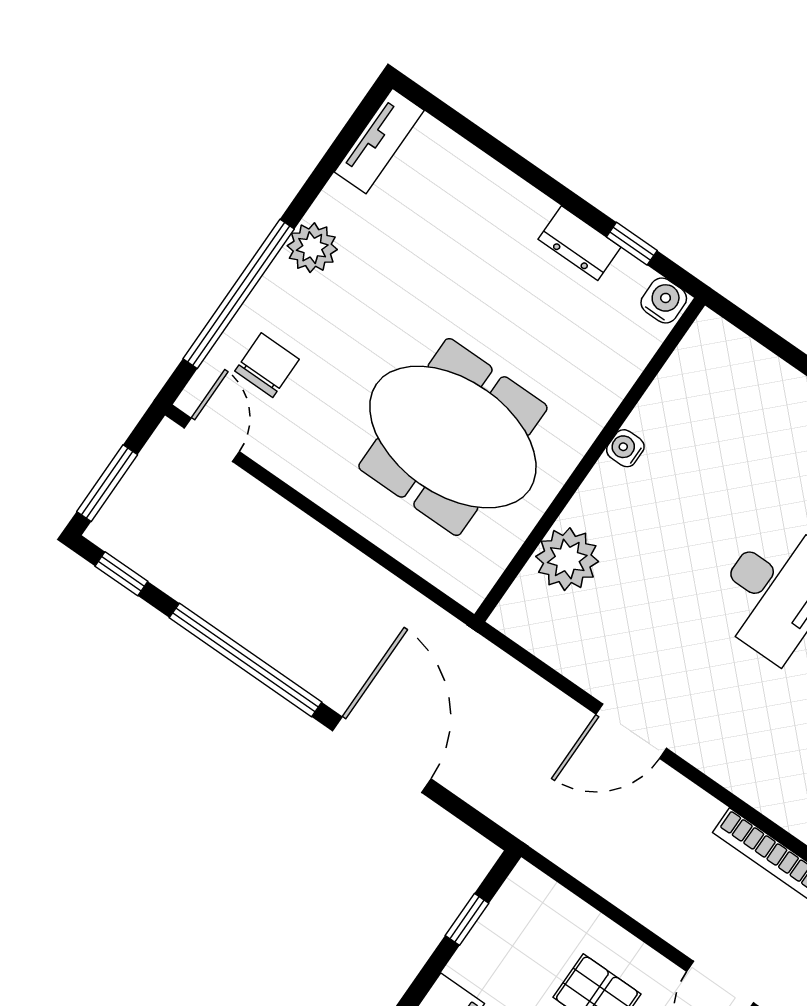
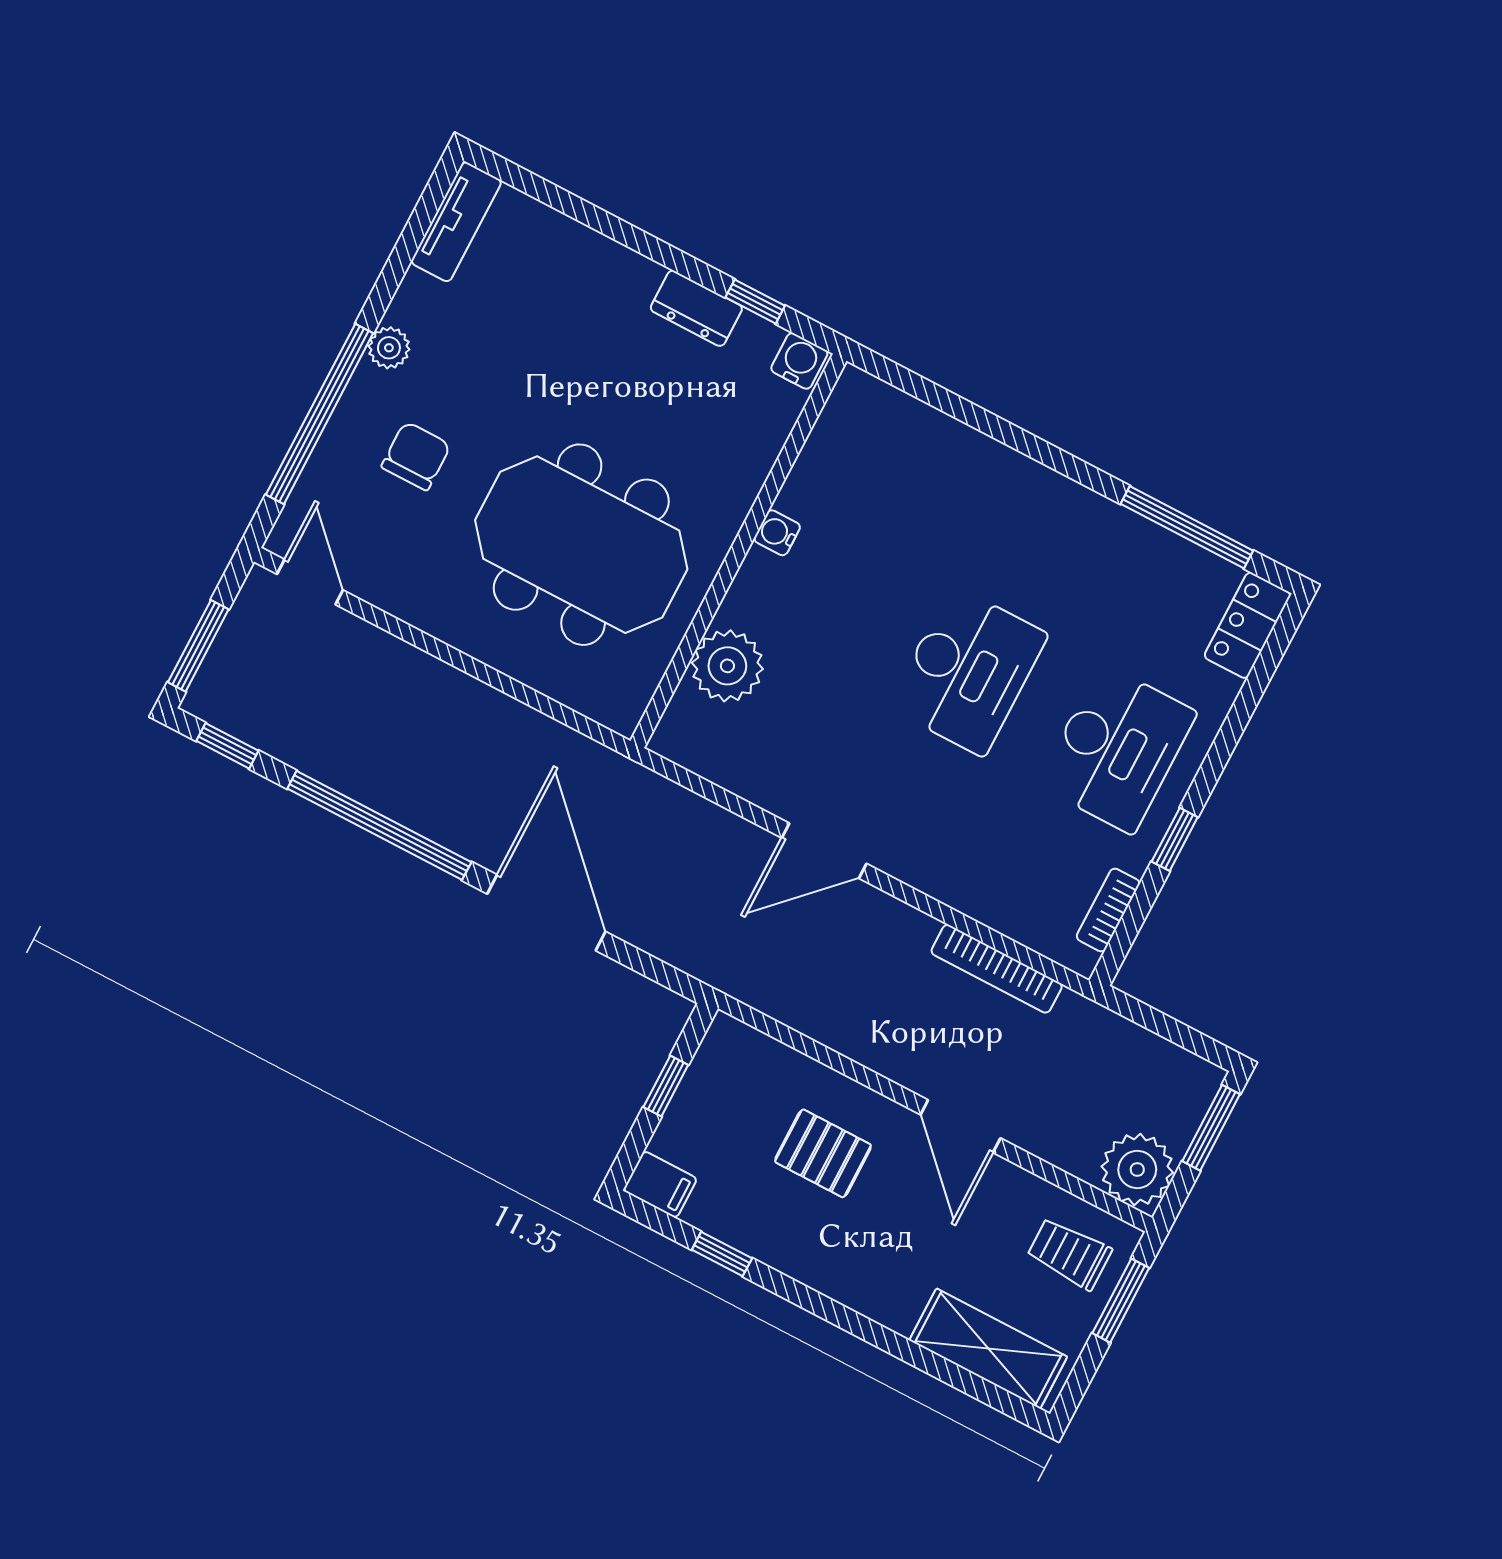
plant: (312, 248) -> (389, 348), width x0.73, depth x0.73
chair: (267, 365) -> (416, 456), moved

